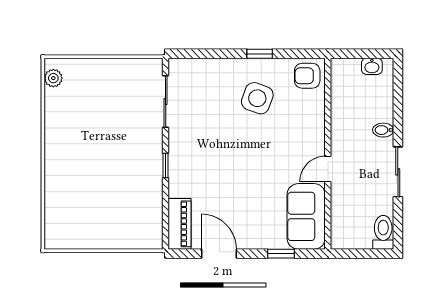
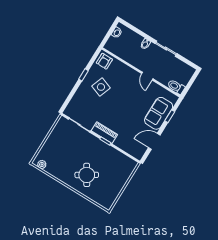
round table: (84, 170) -> (87, 175), added
sofa: (306, 216) -> (159, 113), moved, turned 90
piano: (179, 224) -> (104, 133), moved
toilet: (383, 232) -> (176, 87), moved

